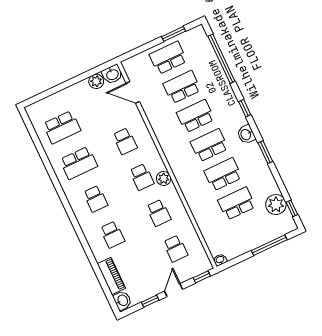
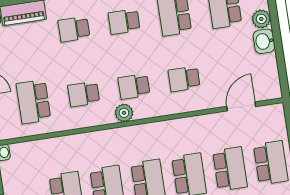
washbasin: (112, 74) -> (264, 41), moved
plant: (96, 81) -> (261, 19), moved
school desk: (175, 249) -> (33, 102), width x1.85

